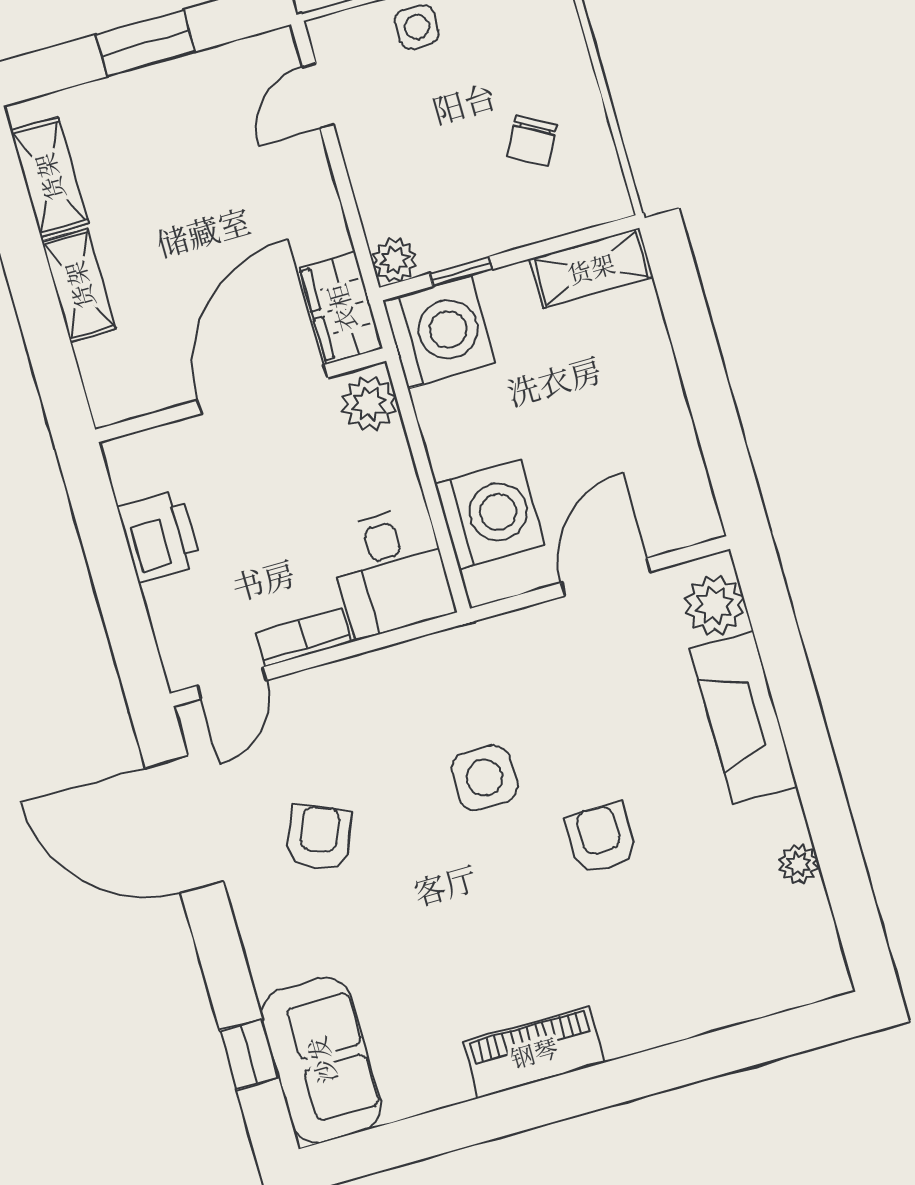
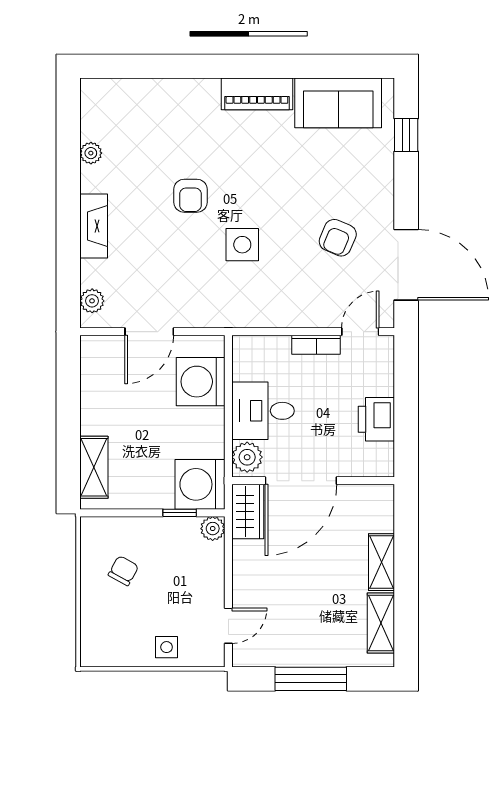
window: (145, 43) -> (311, 679), width x1.44
shelving: (591, 268) -> (94, 467), moved, turned 90
desk: (391, 572) -> (263, 411), moved, turned -90
plant: (714, 605) -> (92, 301), width x0.73, depth x0.73
fireplace: (743, 717) -> (94, 226), width x0.73, depth x0.76
sofa: (321, 1060) -> (338, 103), moved, turned -90

